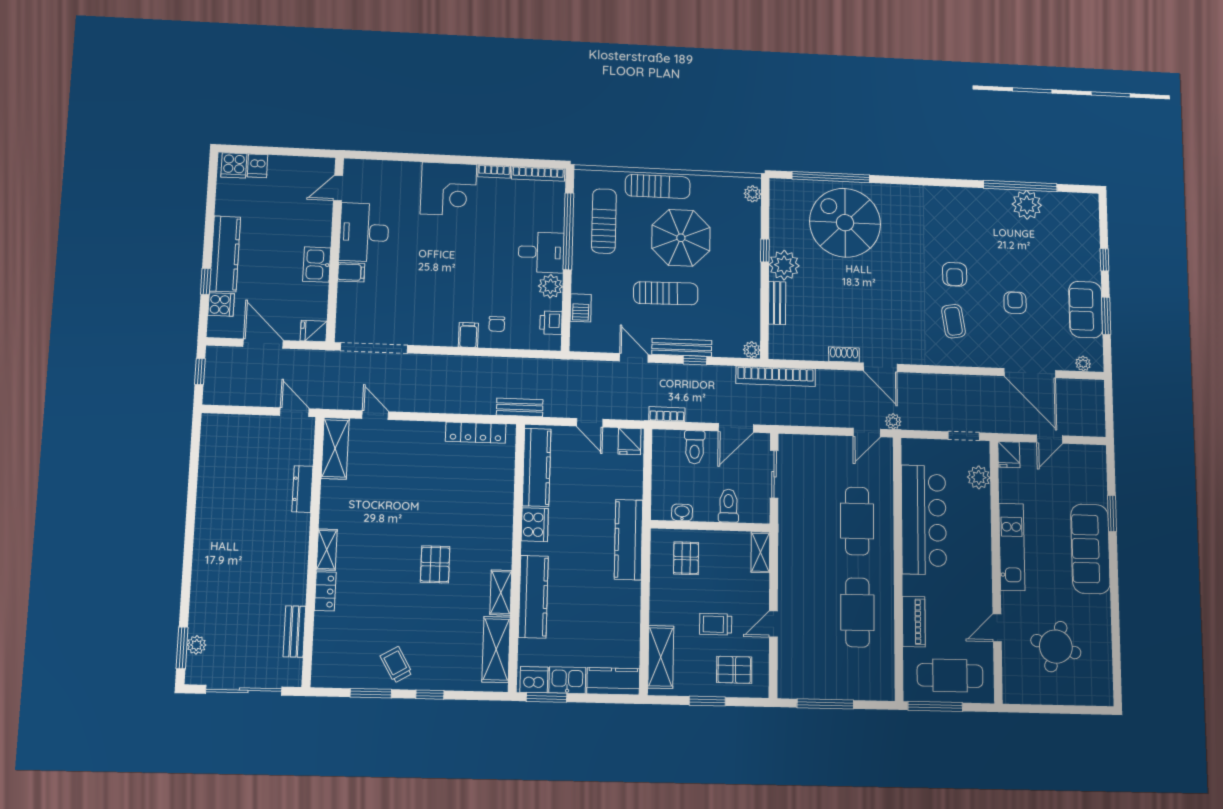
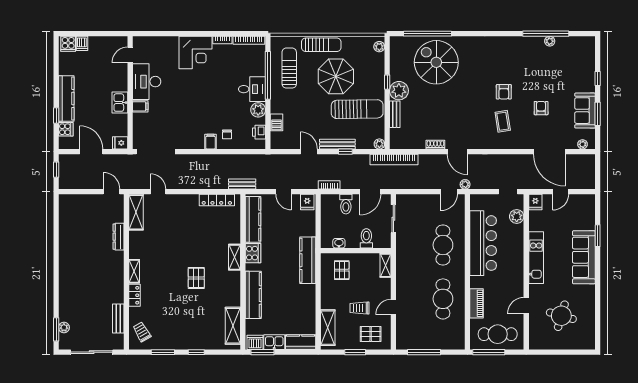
plant: (1027, 205) -> (550, 41), width x0.53, depth x0.53
sun lounger: (666, 293) -> (357, 109), moved, width x1.36, depth x1.34
shelving: (501, 593) -> (235, 257), moved
trolley: (396, 665) -> (142, 332), moved

